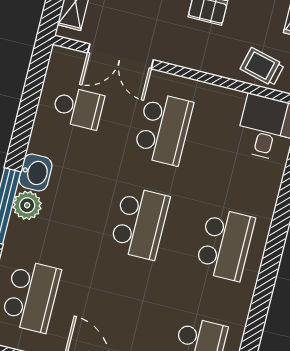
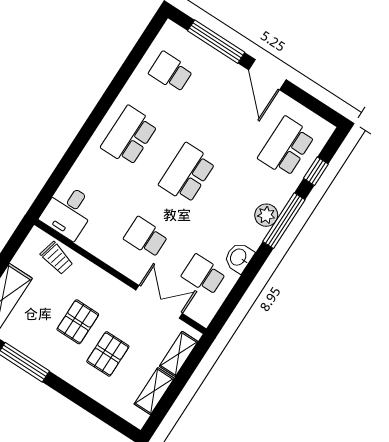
school desk: (163, 129) -> (146, 237), width x0.54
washbasin: (35, 172) -> (239, 257), moved

